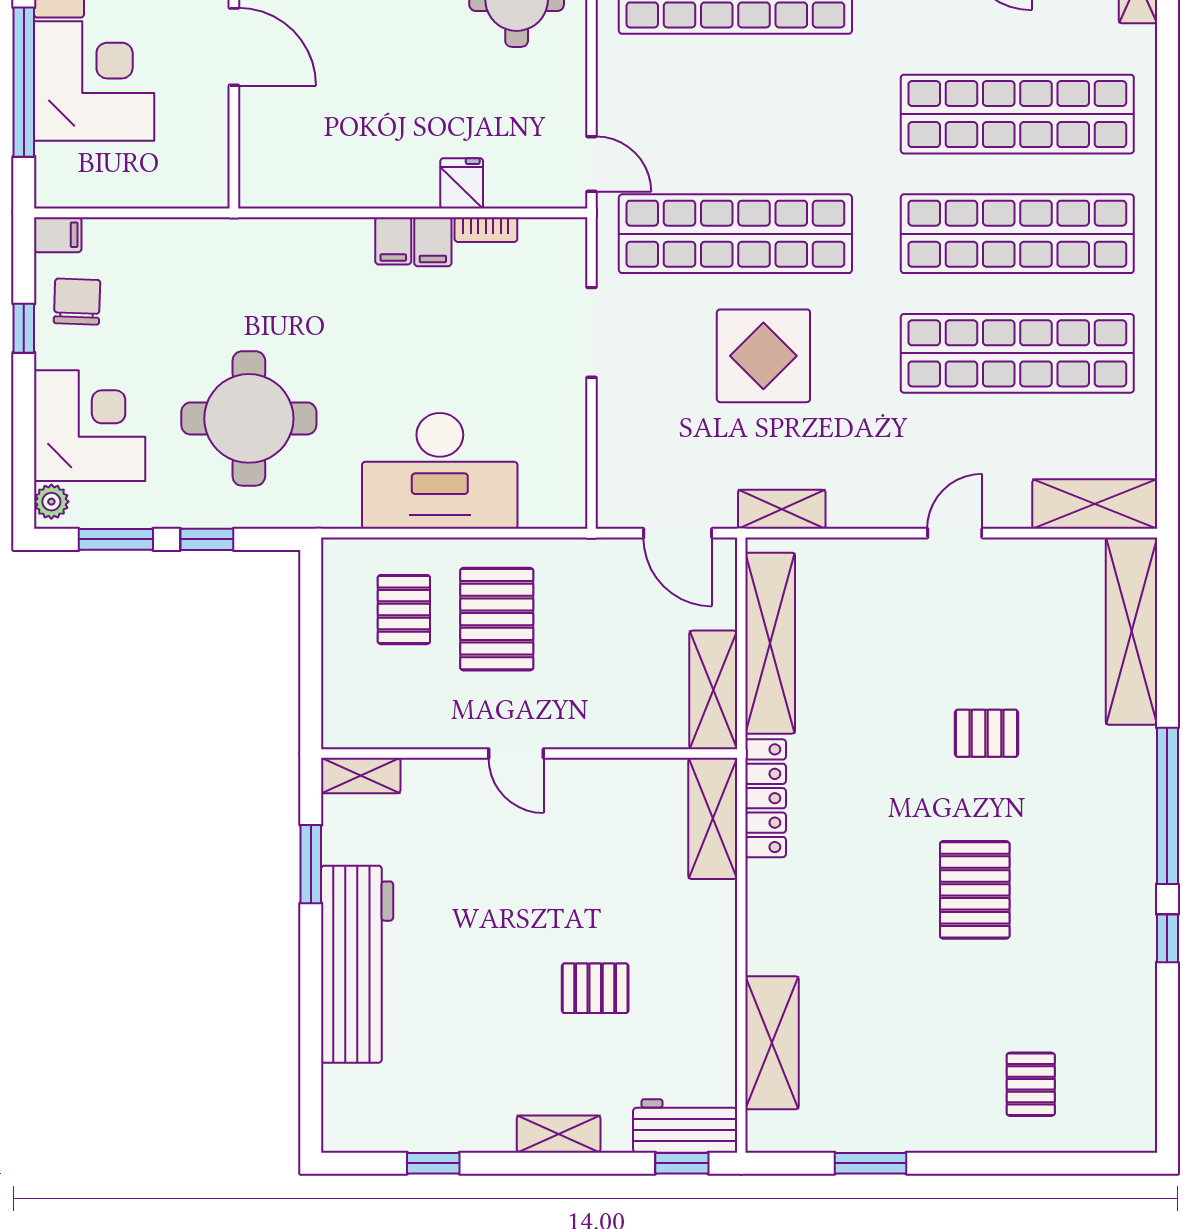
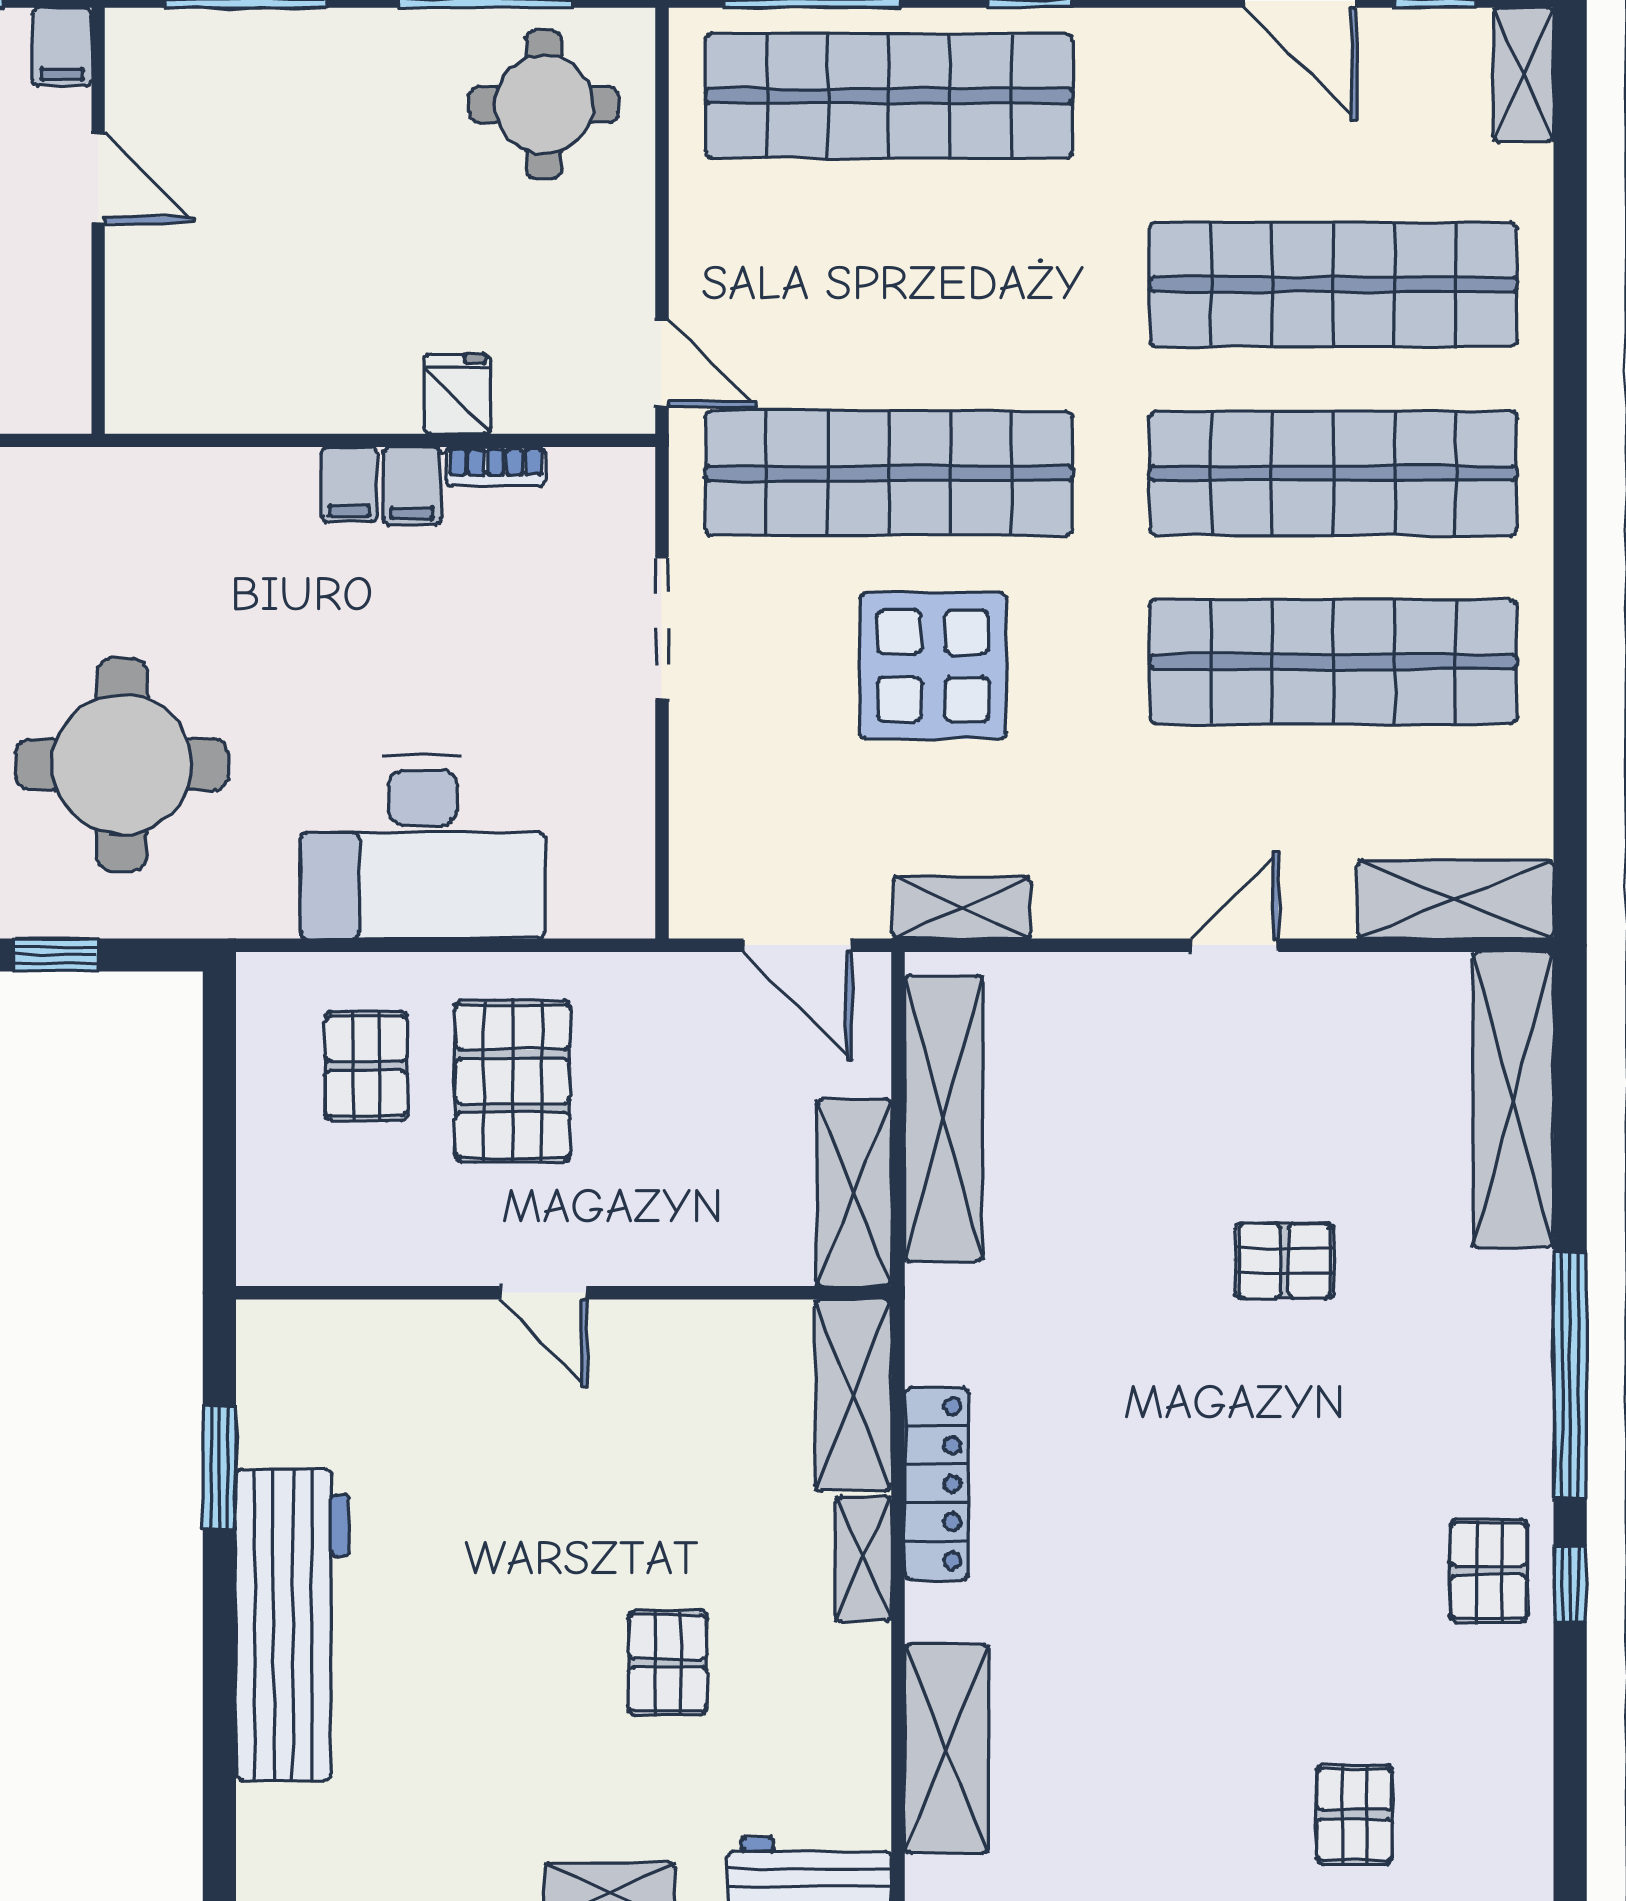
door: (234, 47) -> (98, 178), width x0.73
shelving: (361, 775) -> (863, 1558), moved, turned 90
locker: (766, 798) -> (936, 1484), moved
pallet: (975, 890) -> (1489, 1571), moved, width x0.67, depth x0.71
pallet: (595, 988) -> (668, 1663), turned 90

